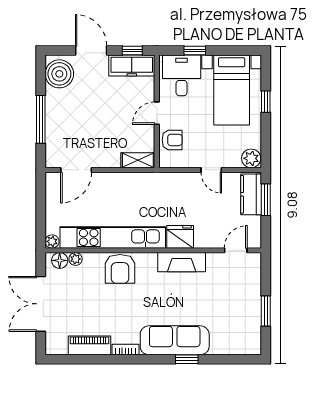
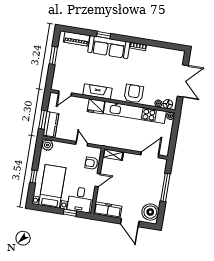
window: (132, 51) -> (106, 219), removed
door: (211, 170) -> (82, 144), moved
piano: (89, 345) -> (76, 39), moved

